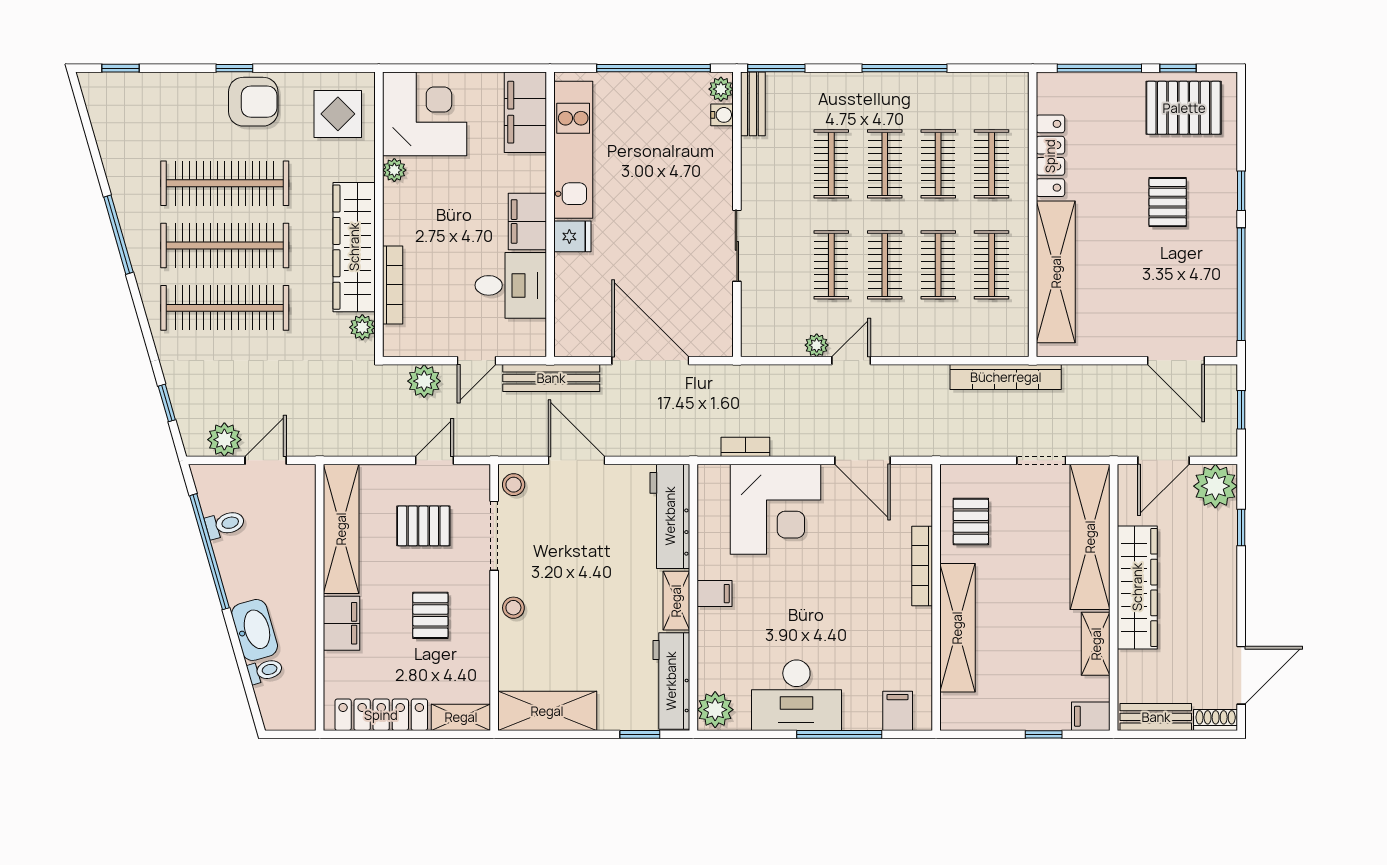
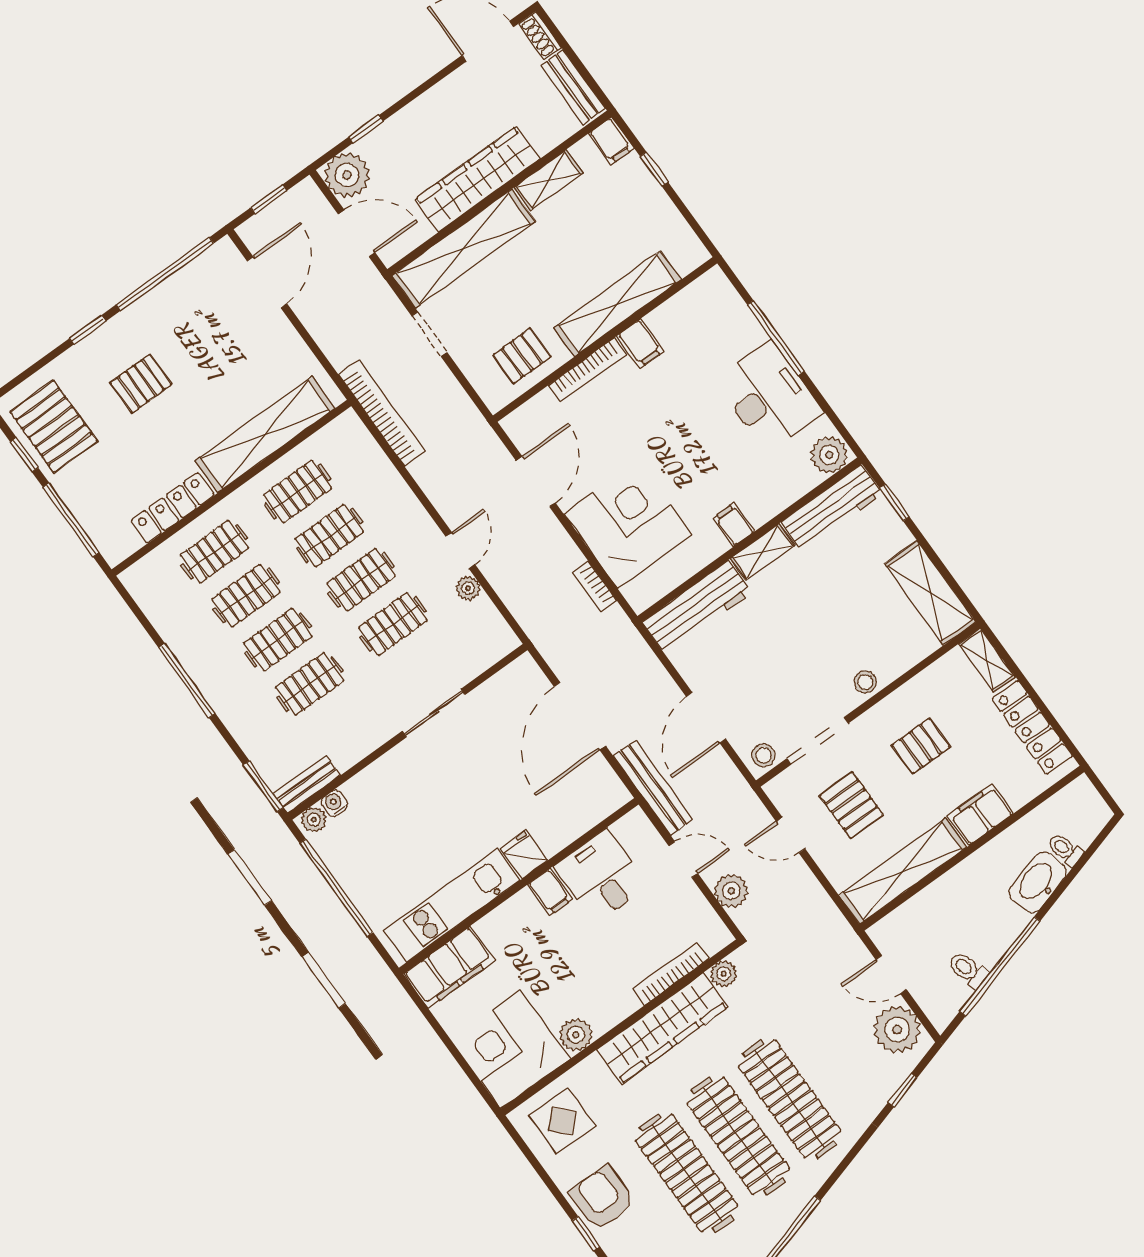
plant: (394, 170) -> (576, 1035), width x1.38, depth x1.38
filing cabinet: (527, 221) -> (550, 892), width x0.50
door: (851, 361) -> (460, 550), swing flipped
plant: (224, 440) -> (897, 1030), width x1.36, depth x1.36
filing cabinet: (898, 711) -> (640, 343), moved, turned -90

